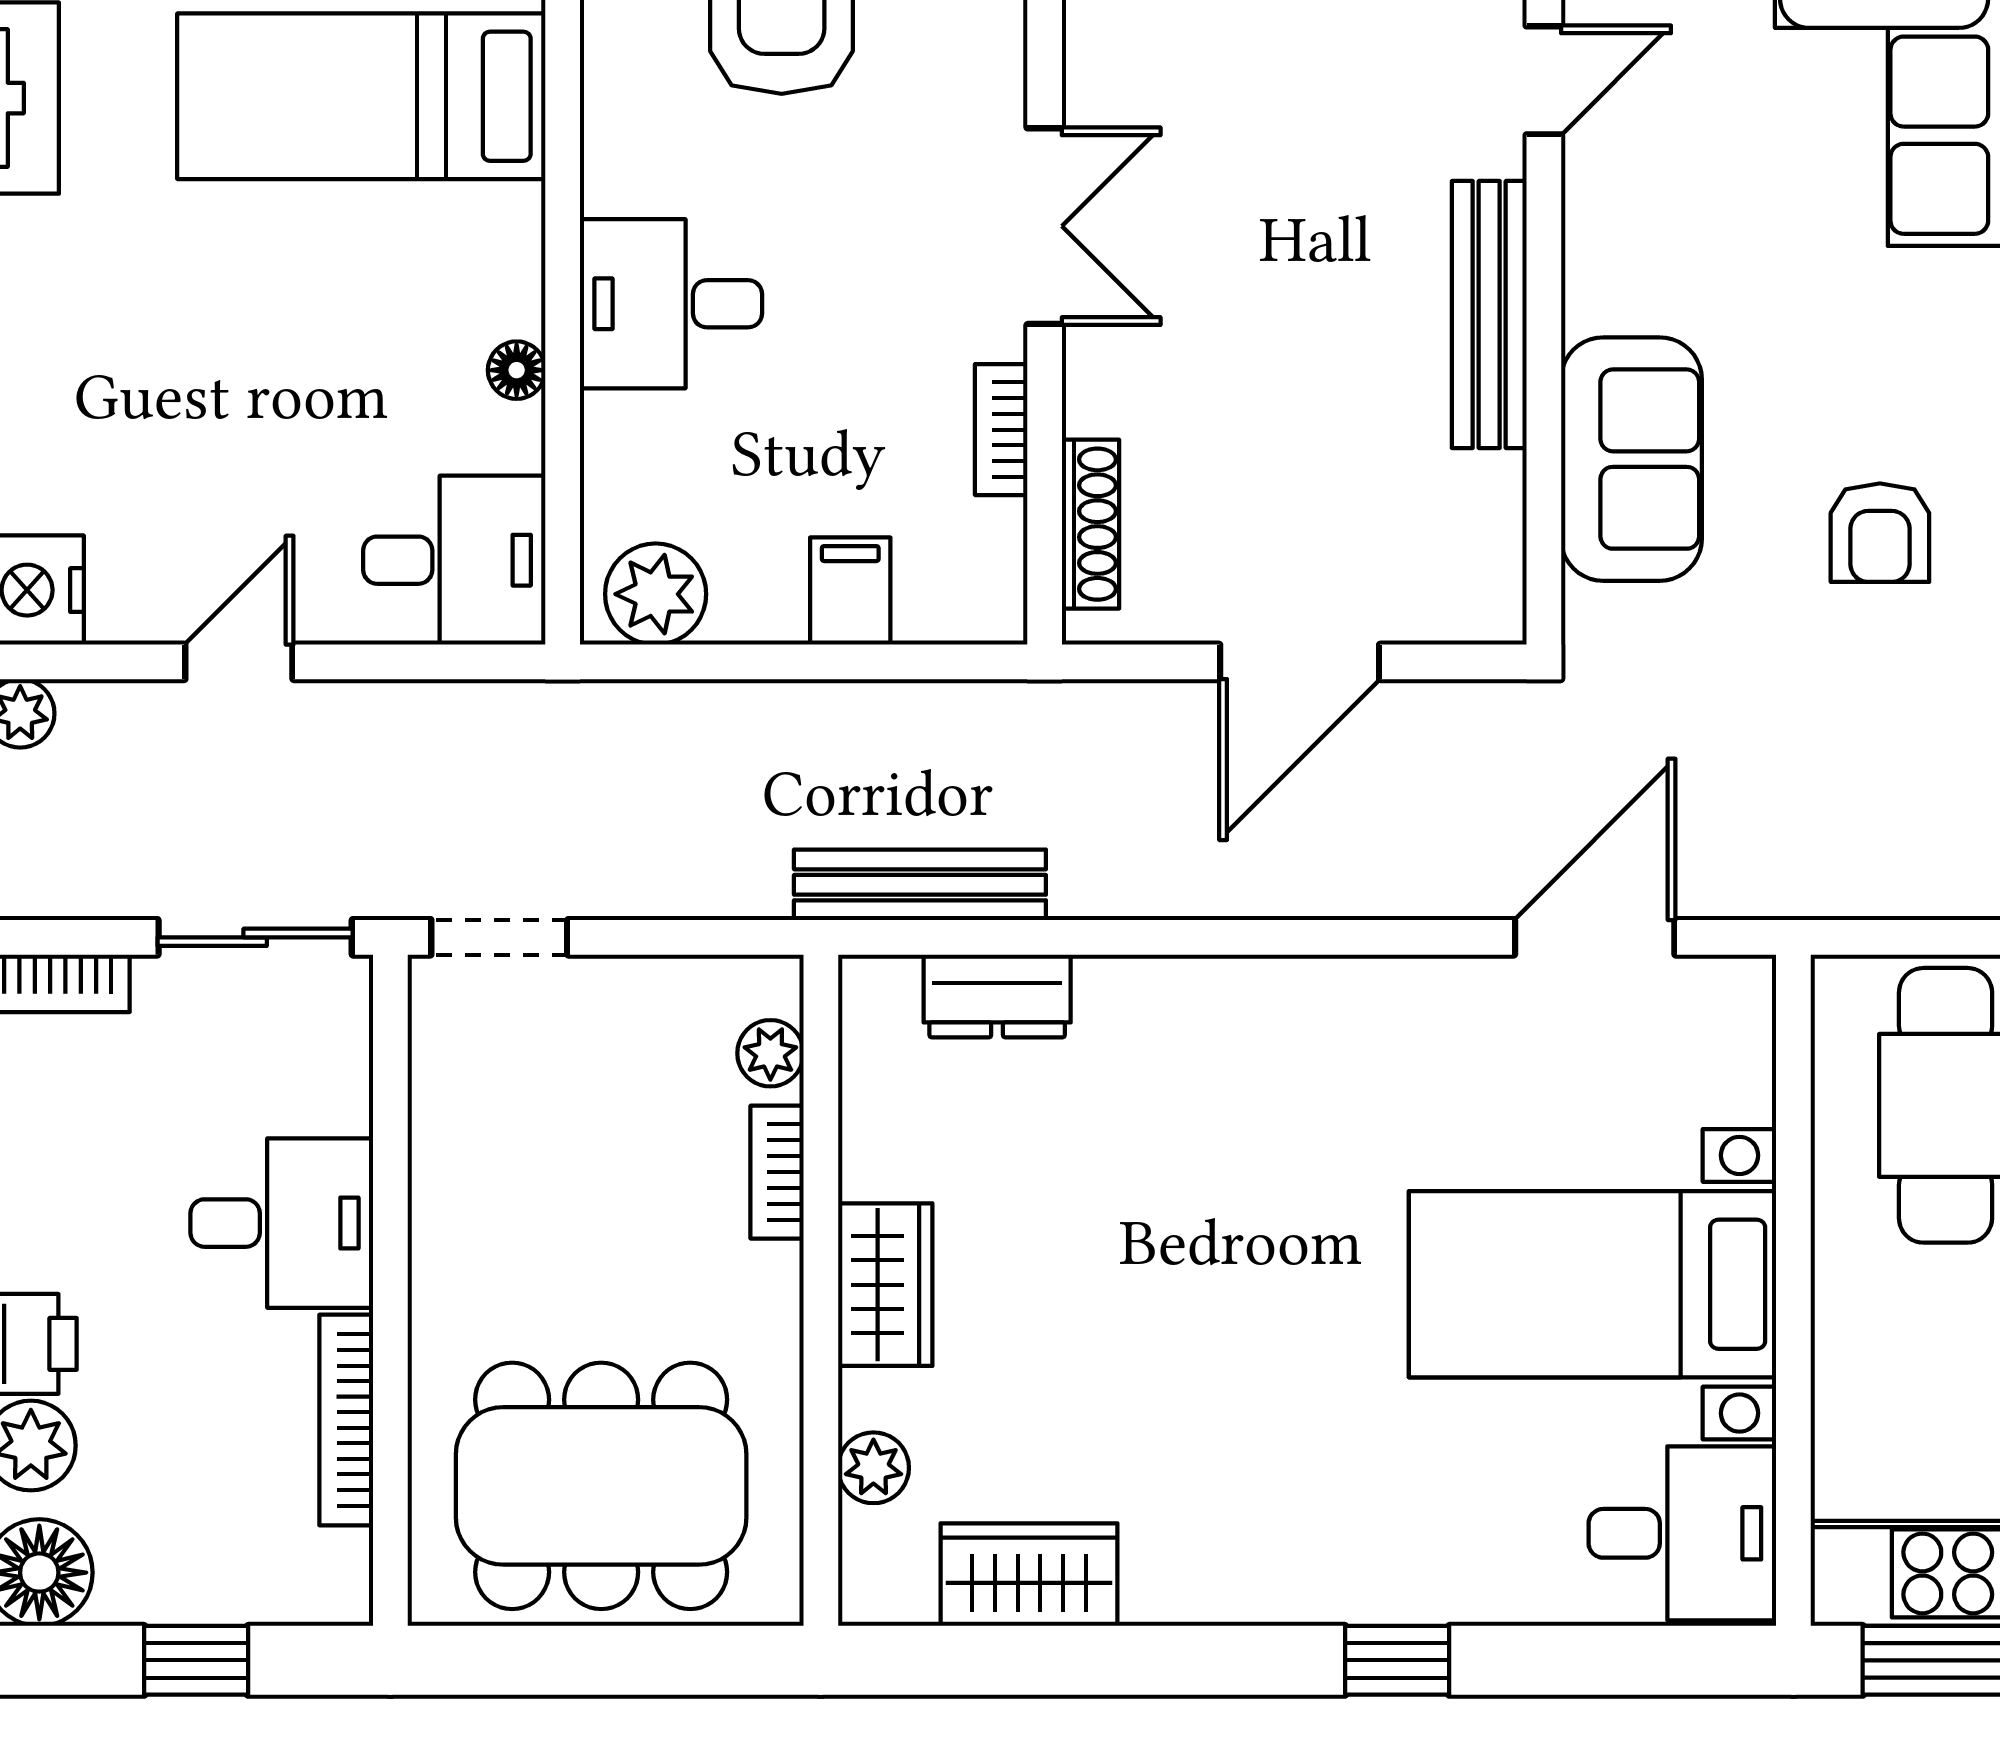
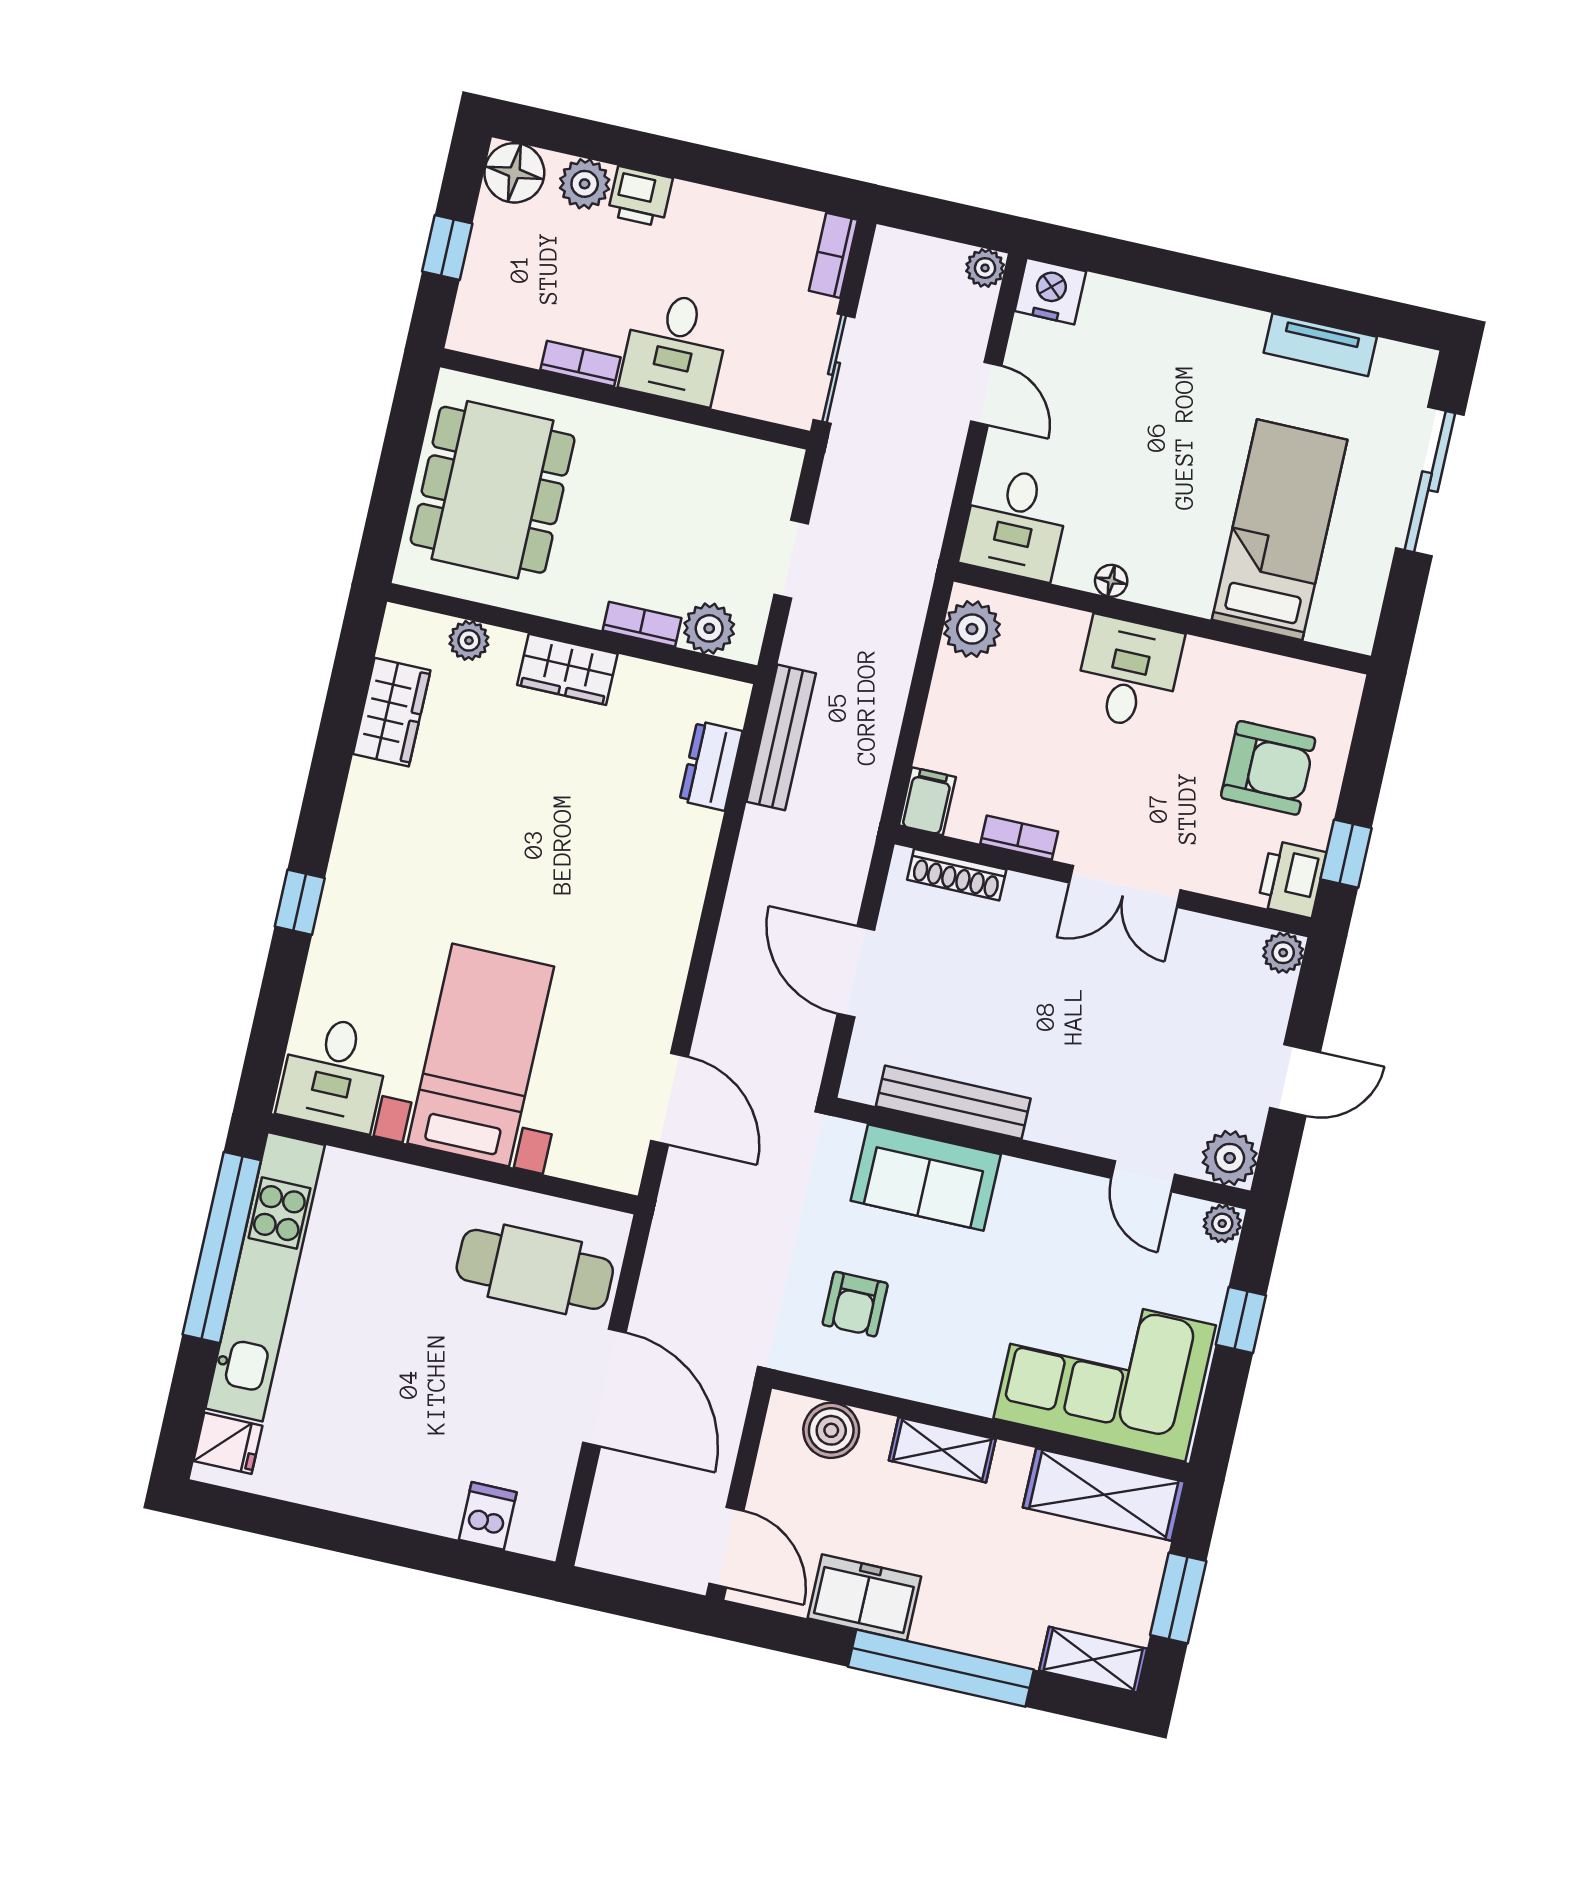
bench: (1489, 314) -> (953, 1102), moved
armchair: (1880, 533) -> (855, 1304), turned -90
filing cabinet: (850, 591) -> (927, 801), moved, turned -90
doorway: (499, 937) -> (791, 559), moved
plant: (770, 1053) -> (709, 628), width x1.38, depth x1.38
bookcase: (346, 1420) -> (580, 364), width x0.64

